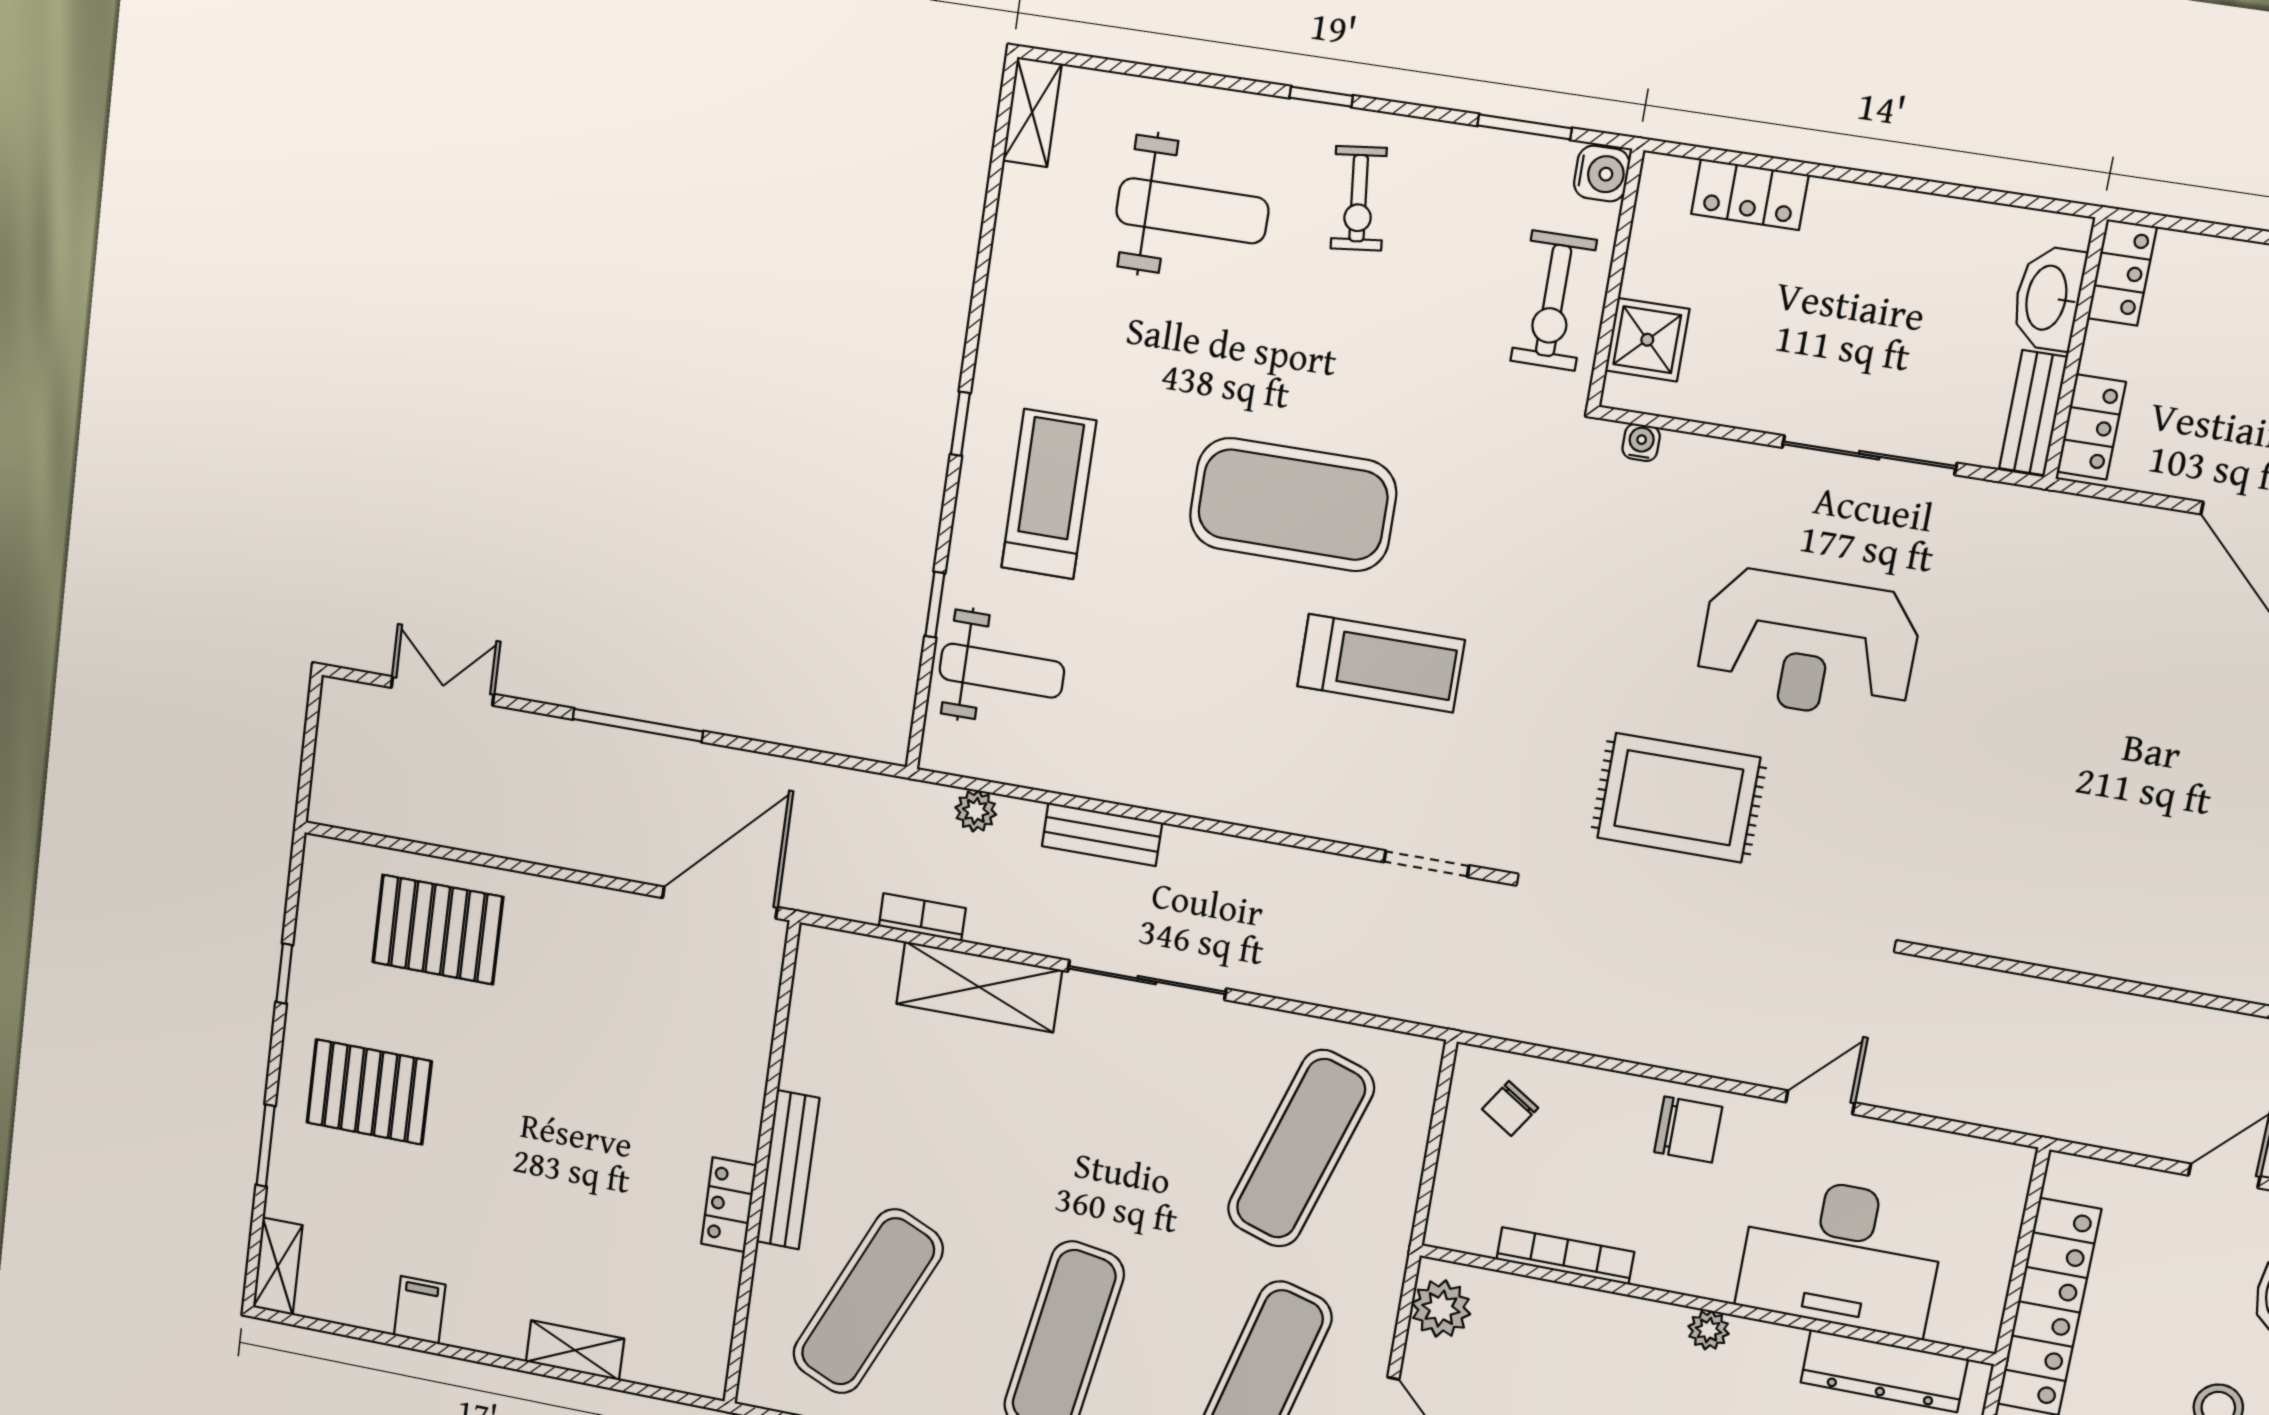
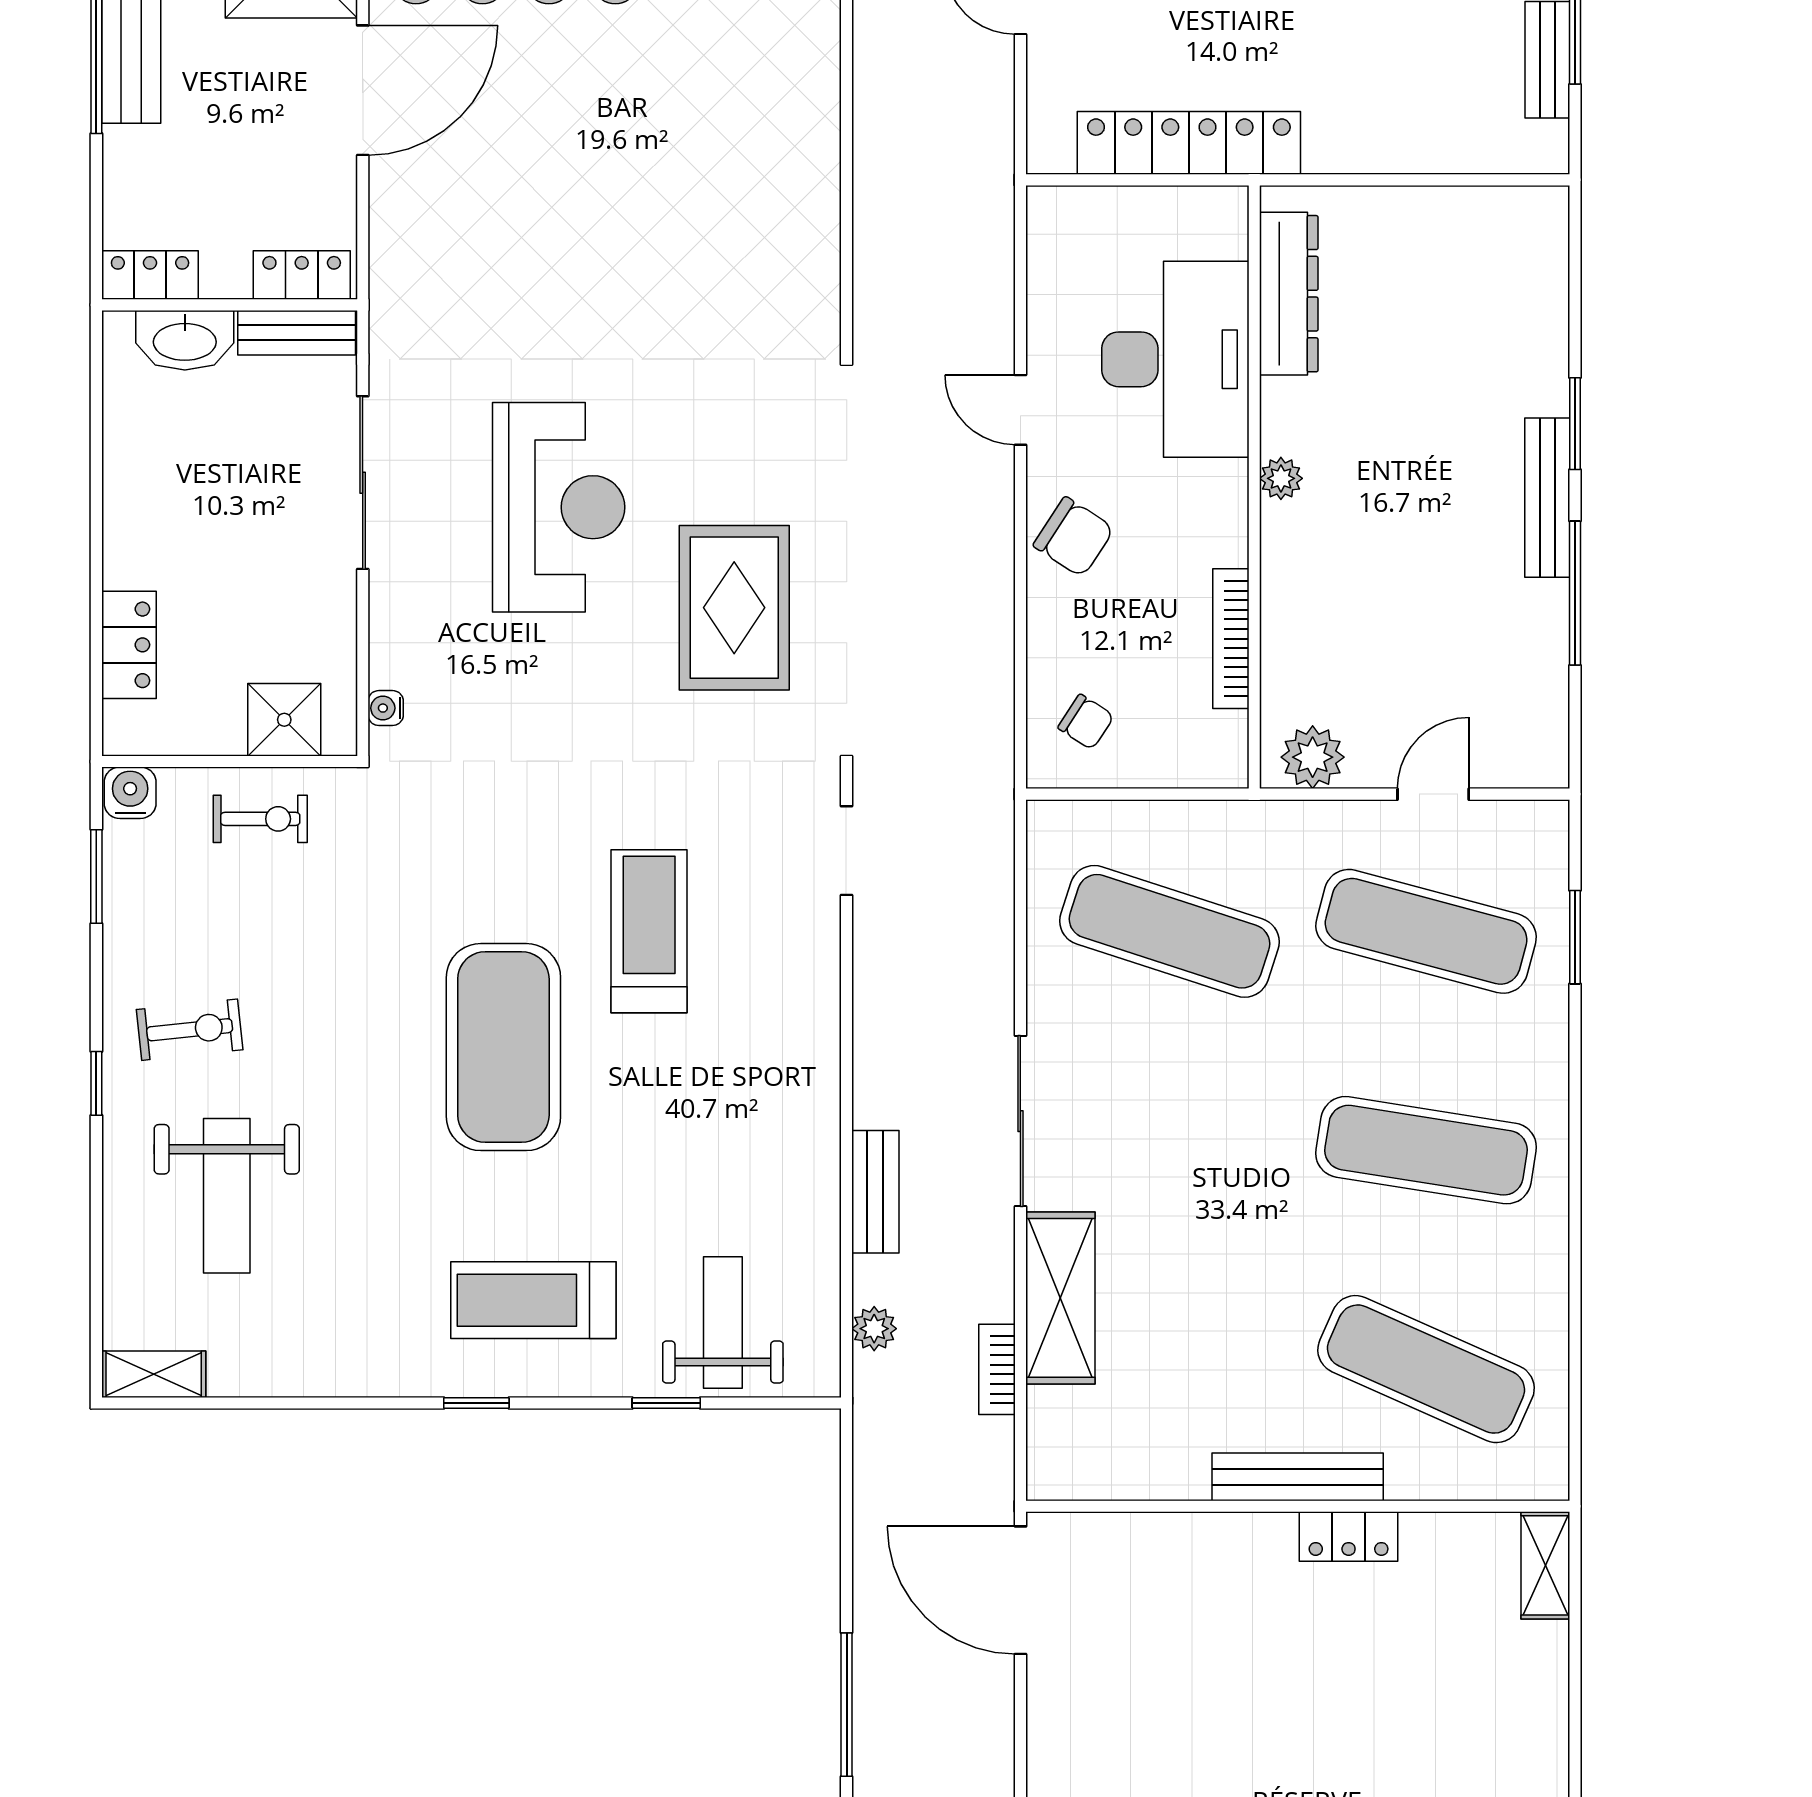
weight bench: (1192, 211) -> (227, 1196), turned 180
exercise bike: (1554, 301) -> (260, 819), width x0.73, depth x0.72
chair: (1688, 1129) -> (1074, 537), turned 123
shelving: (575, 1350) -> (1545, 1565), moved

